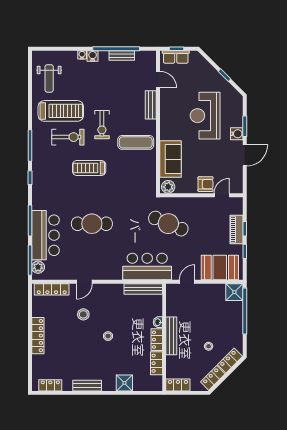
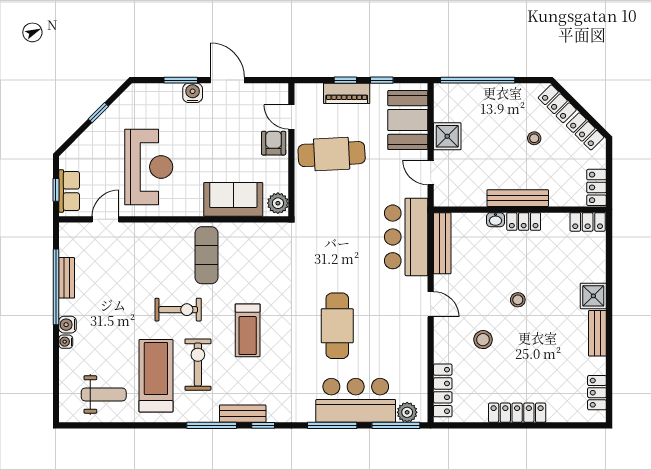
bench: (151, 105) -> (243, 414), moved
reception desk: (205, 116) -> (149, 167), moved, turned -90
cafe table: (168, 224) -> (332, 154), moved, turned 64
door: (84, 282) -> (431, 304), moved
shower: (234, 292) -> (447, 136), moved
locker: (156, 363) -> (588, 222), moved
shower: (124, 383) -> (593, 296), moved

